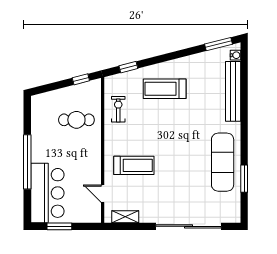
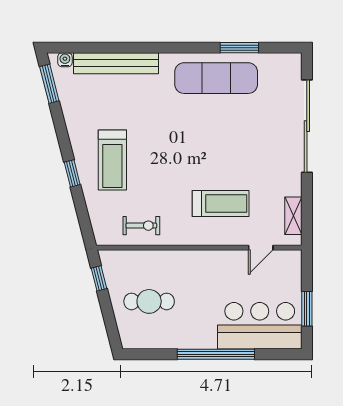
window: (128, 67) -> (72, 173), moved
exercise bike: (118, 109) -> (141, 226), turned 180
cafe table: (76, 120) -> (149, 301), moved, turned 90
treadmill: (134, 165) -> (221, 204), turned 90

